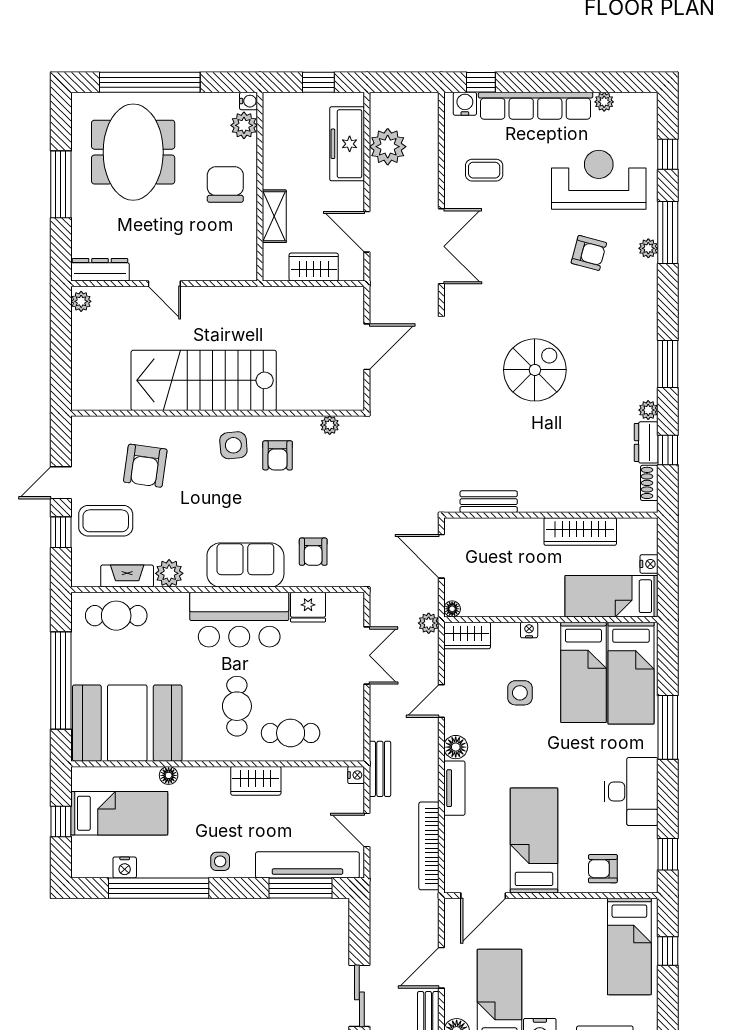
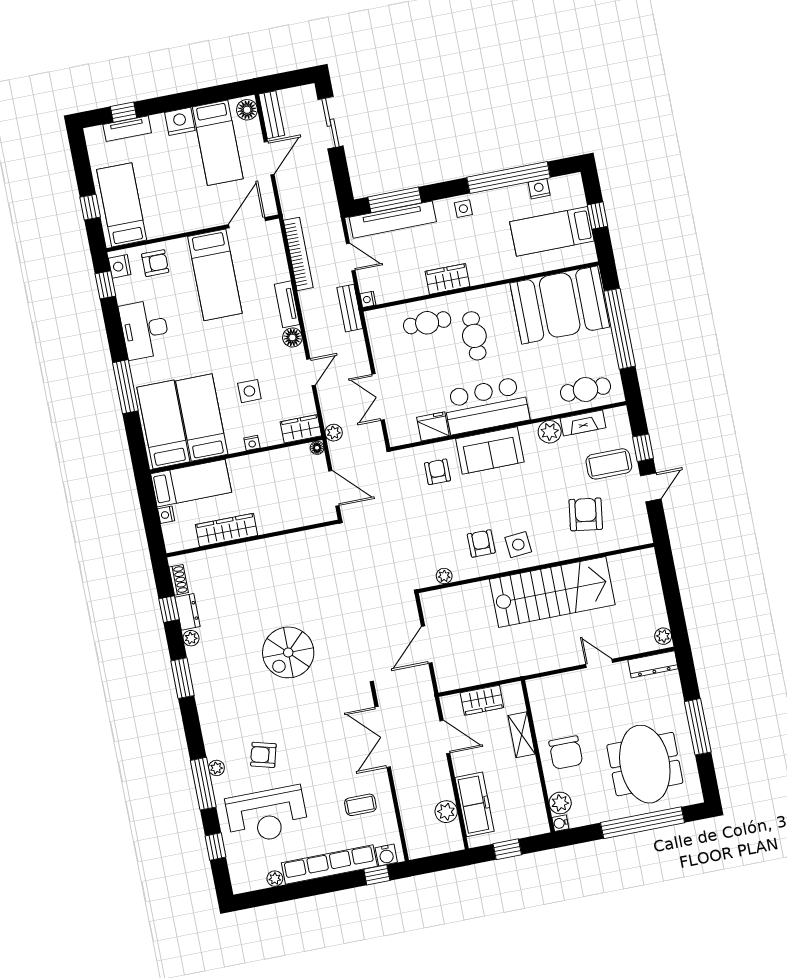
plant: (388, 147) -> (446, 812), width x0.73, depth x0.73
bench: (489, 502) -> (305, 540), removed
floor lamp: (169, 775) -> (518, 270), removed
nightstand: (646, 873) -> (120, 266), added

